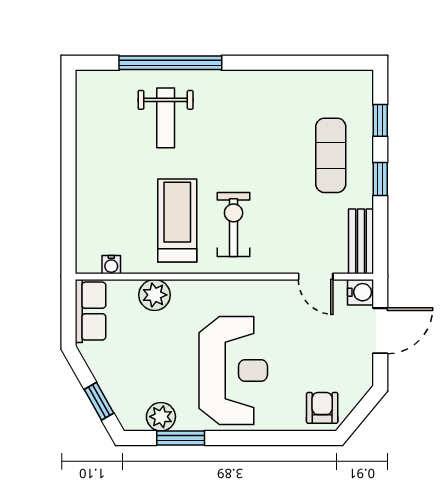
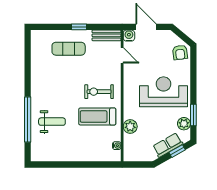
window: (380, 120) -> (53, 27), removed
door: (316, 277) -> (122, 55), hinge flipped
row of seats: (91, 311) -> (168, 145), moved, turned -30
armchair: (322, 408) -> (180, 52), turned -97

